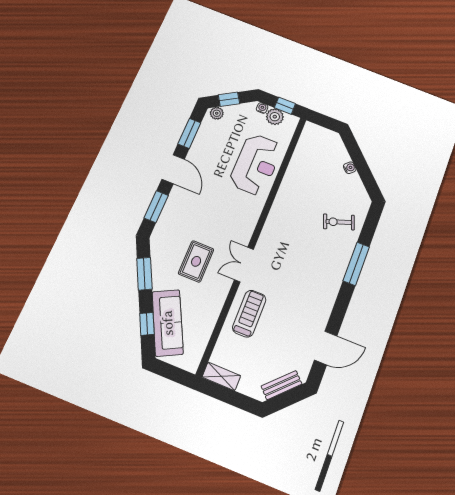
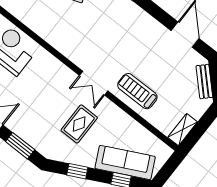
rug: (196, 261) -> (79, 124), turned 90
window: (144, 274) -> (77, 171), width x0.67

